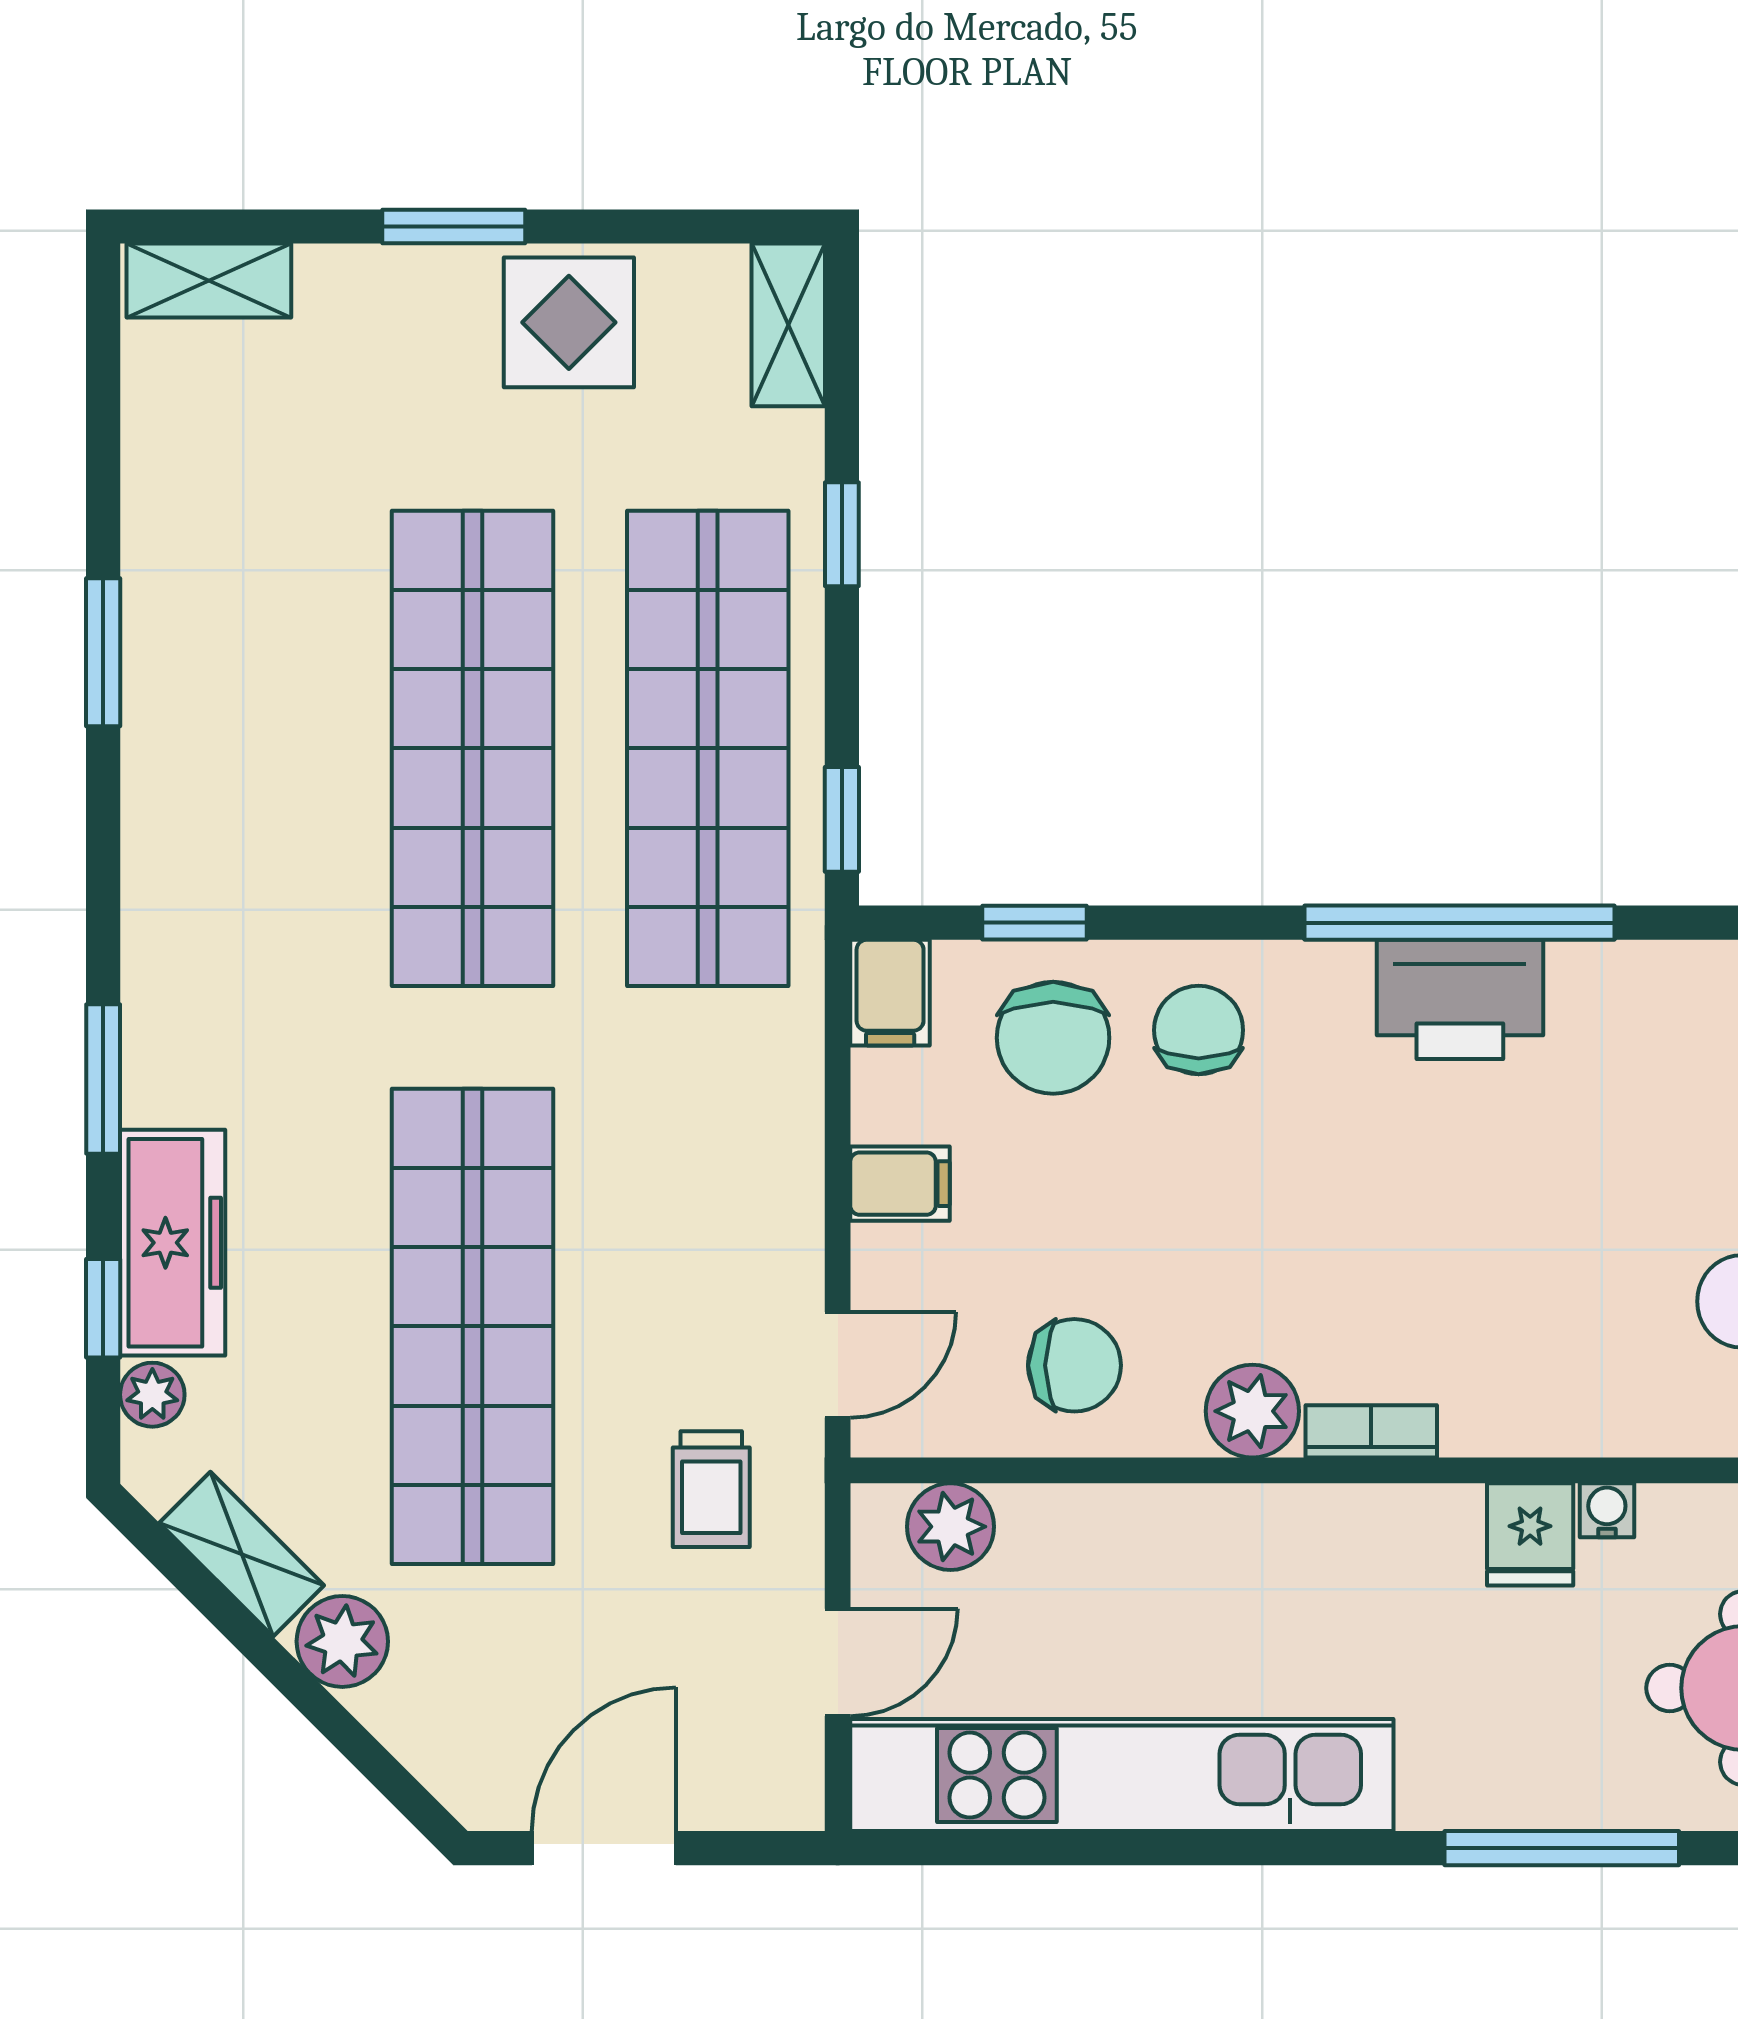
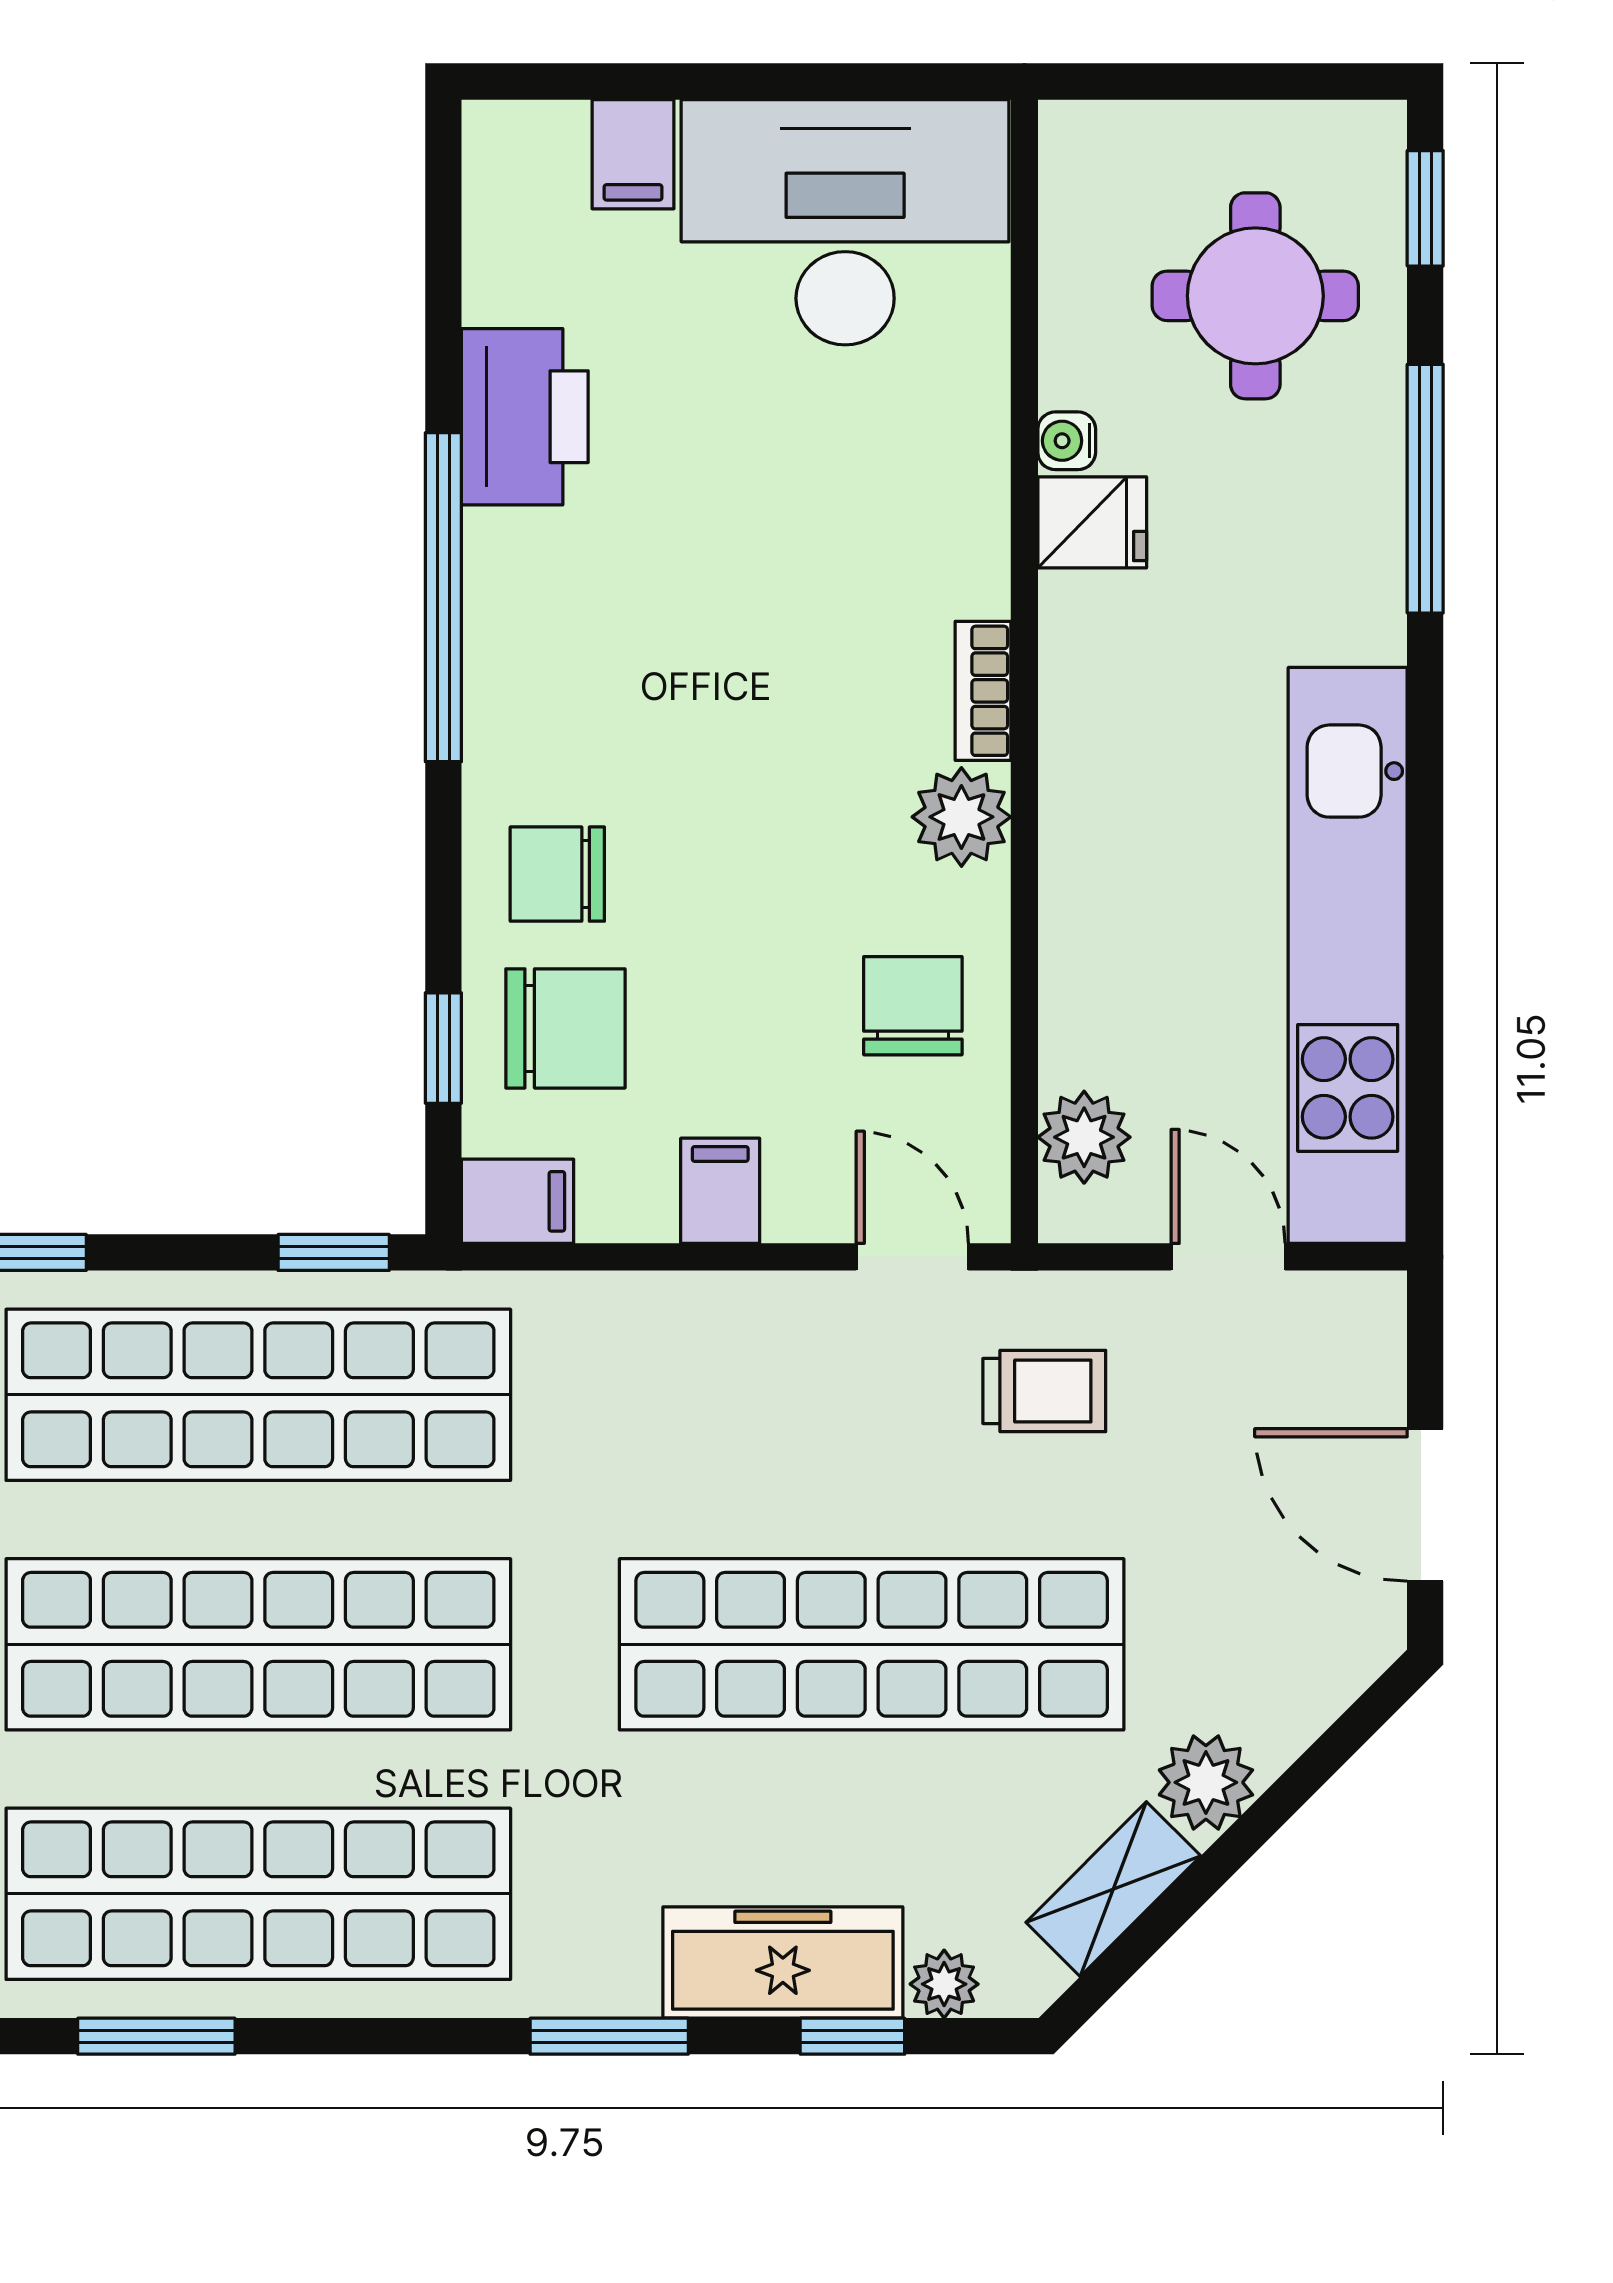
shop shelf: (237, 748) -> (258, 1894), added
printer: (1460, 999) -> (525, 417), moved

